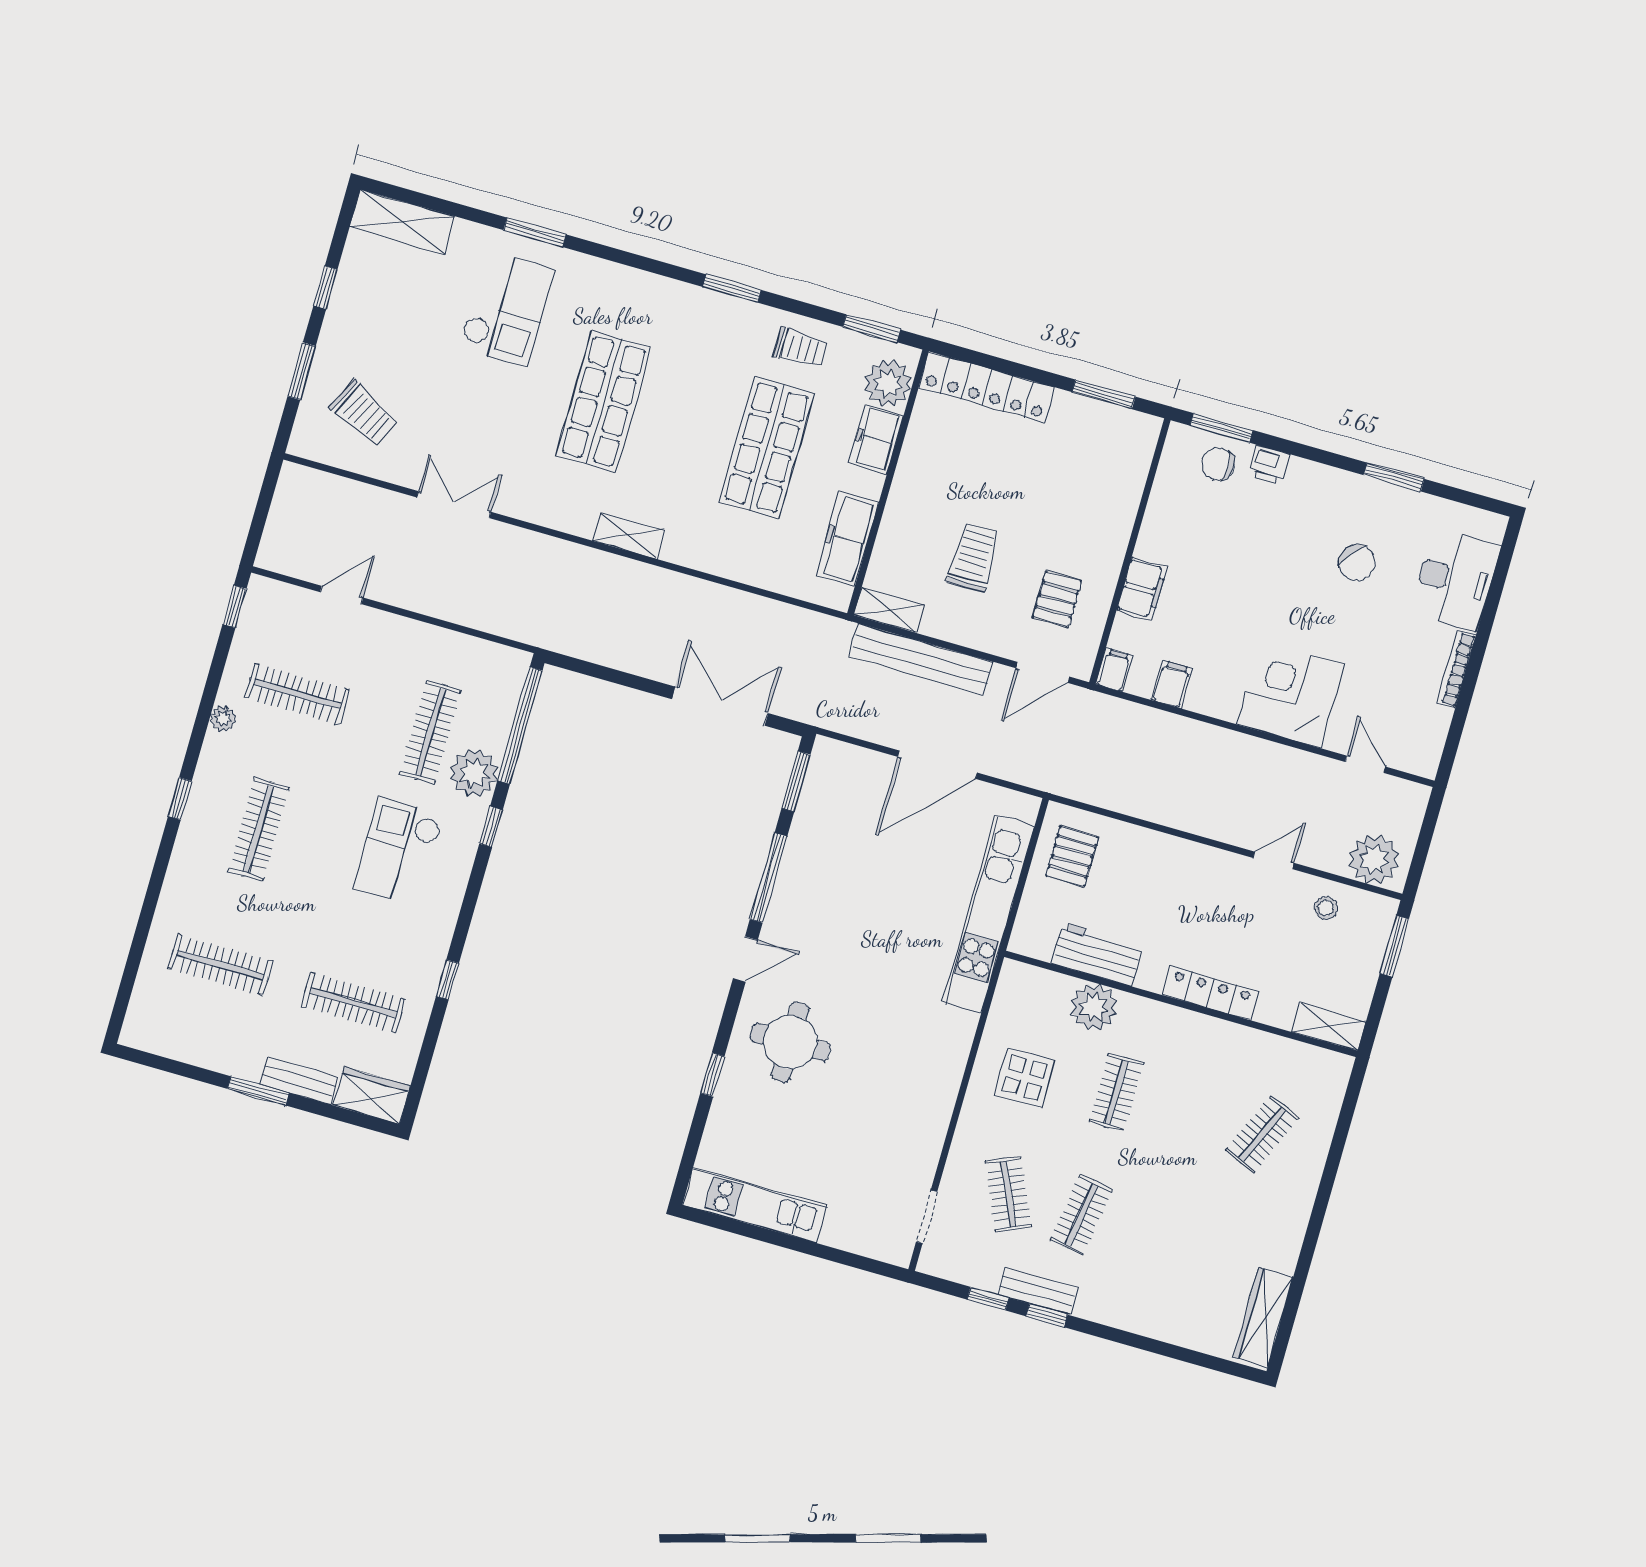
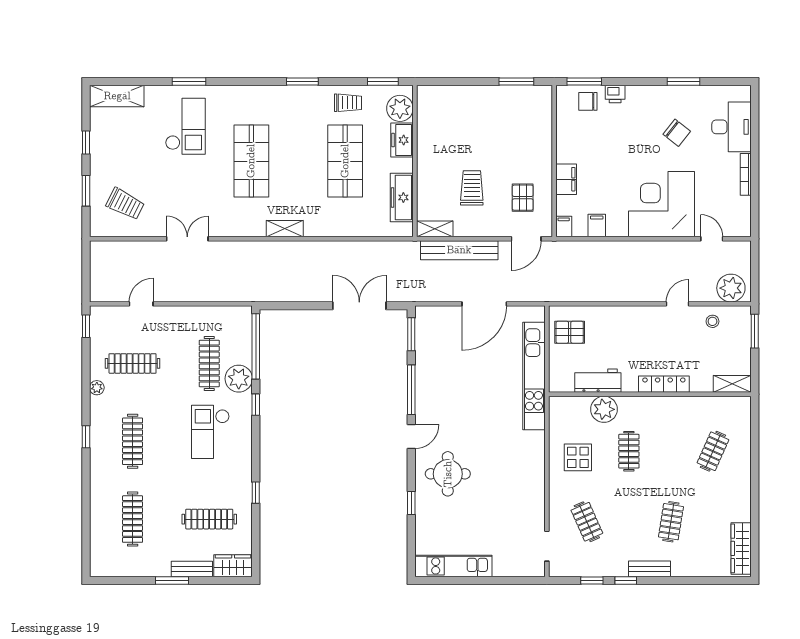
locker: (987, 387) -> (453, 95), removed
corner desk: (1291, 694) -> (662, 204), width x1.36, depth x1.36
pallet: (1072, 856) -> (570, 332), turned 90
clothes rail: (220, 965) -> (133, 519), turned 90
clothes rail: (1081, 1215) -> (671, 522), moved
bench: (1038, 1291) -> (649, 569), moved

